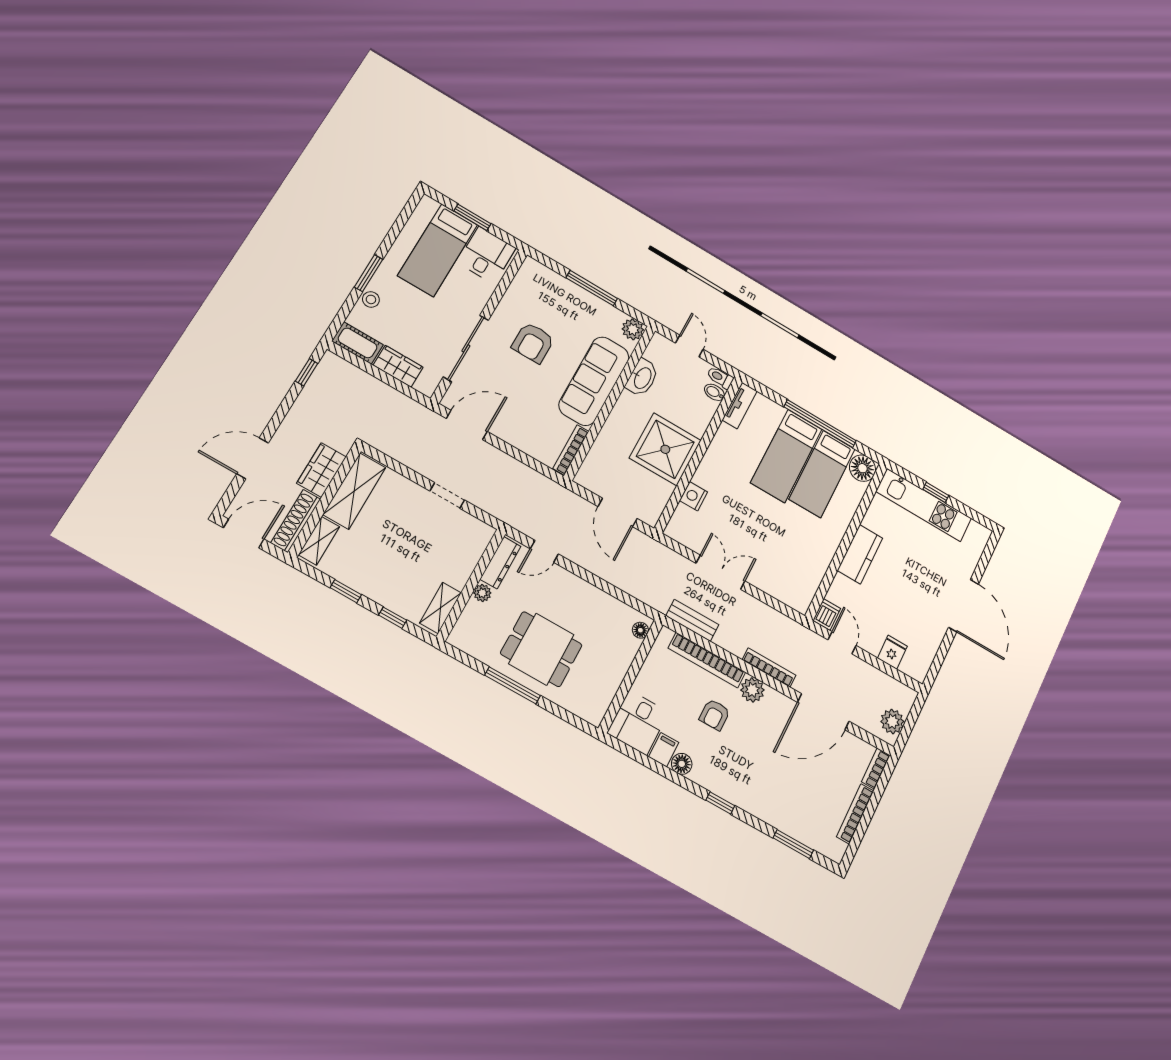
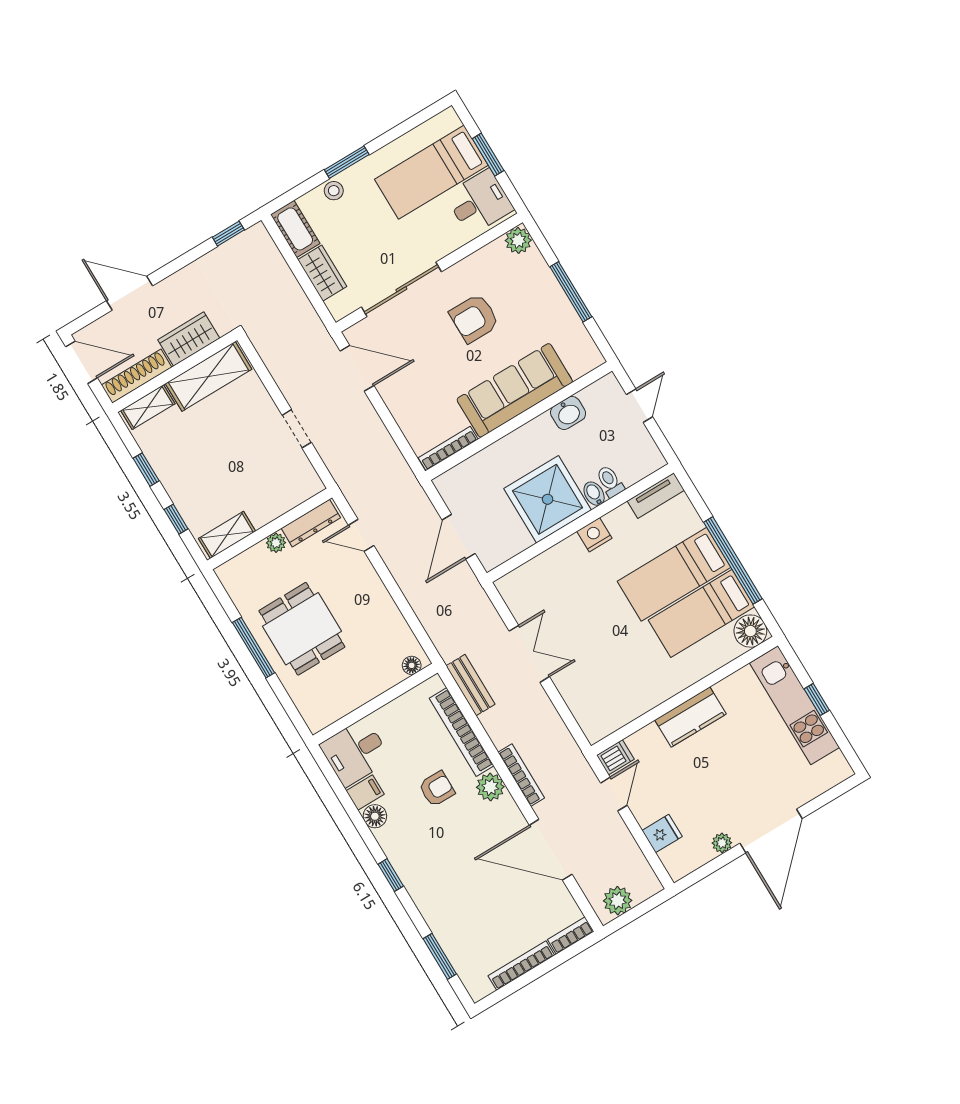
plant: (633, 329) -> (518, 240), moved
toilet: (720, 377) -> (610, 481), moved
washbasin: (642, 378) -> (568, 413), width x0.72
bidet: (714, 392) -> (594, 494), moved
nightstand: (694, 496) -> (594, 535), moved
plant: (937, 634) -> (722, 843), added
armchair: (715, 715) -> (437, 789), turned 180

